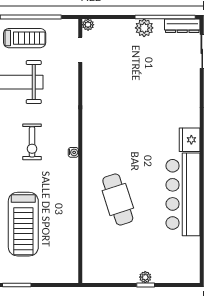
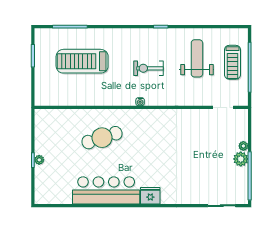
plant: (88, 25) -> (243, 146), moved
dresser: (182, 26) -> (242, 190), removed

